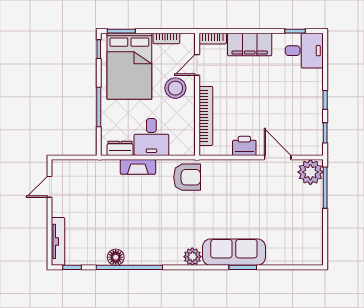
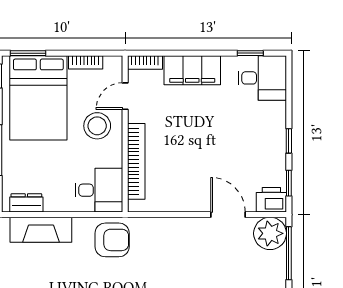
desk: (151, 137) -> (99, 190), moved, turned -90
printer: (244, 146) -> (271, 200), moved
fireplace: (138, 167) -> (41, 230), width x1.37, depth x1.32

